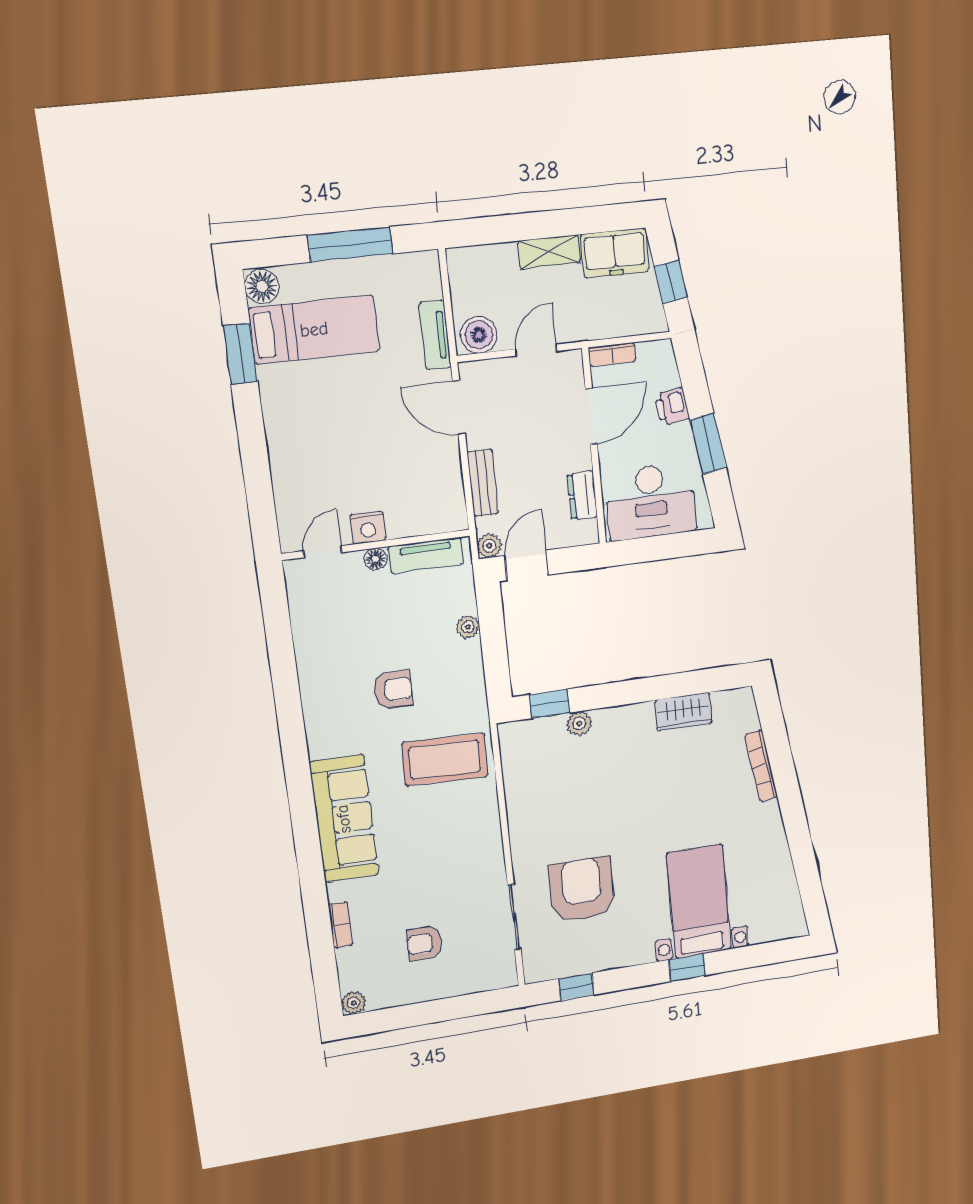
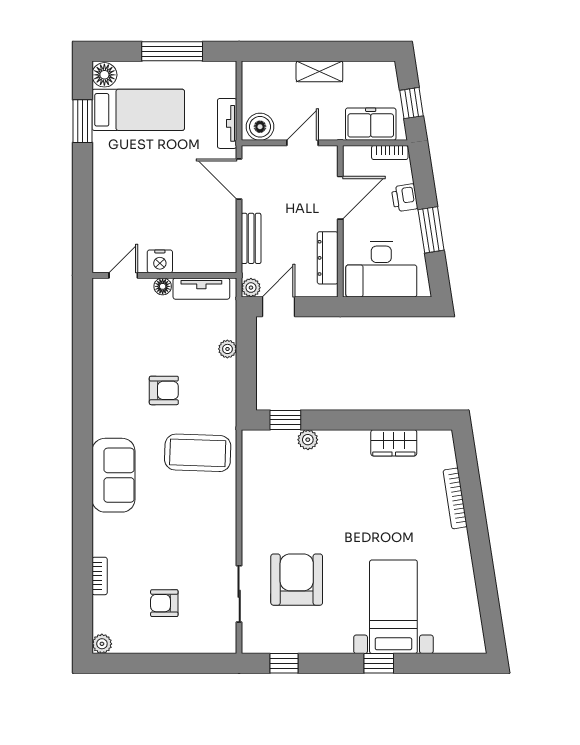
freezer: (615, 253) -> (371, 124), moved, turned 180
bookcase: (612, 354) -> (390, 153), moved
dresser: (582, 496) -> (328, 258), width x1.44
sofa: (344, 819) -> (113, 475), width x0.73

